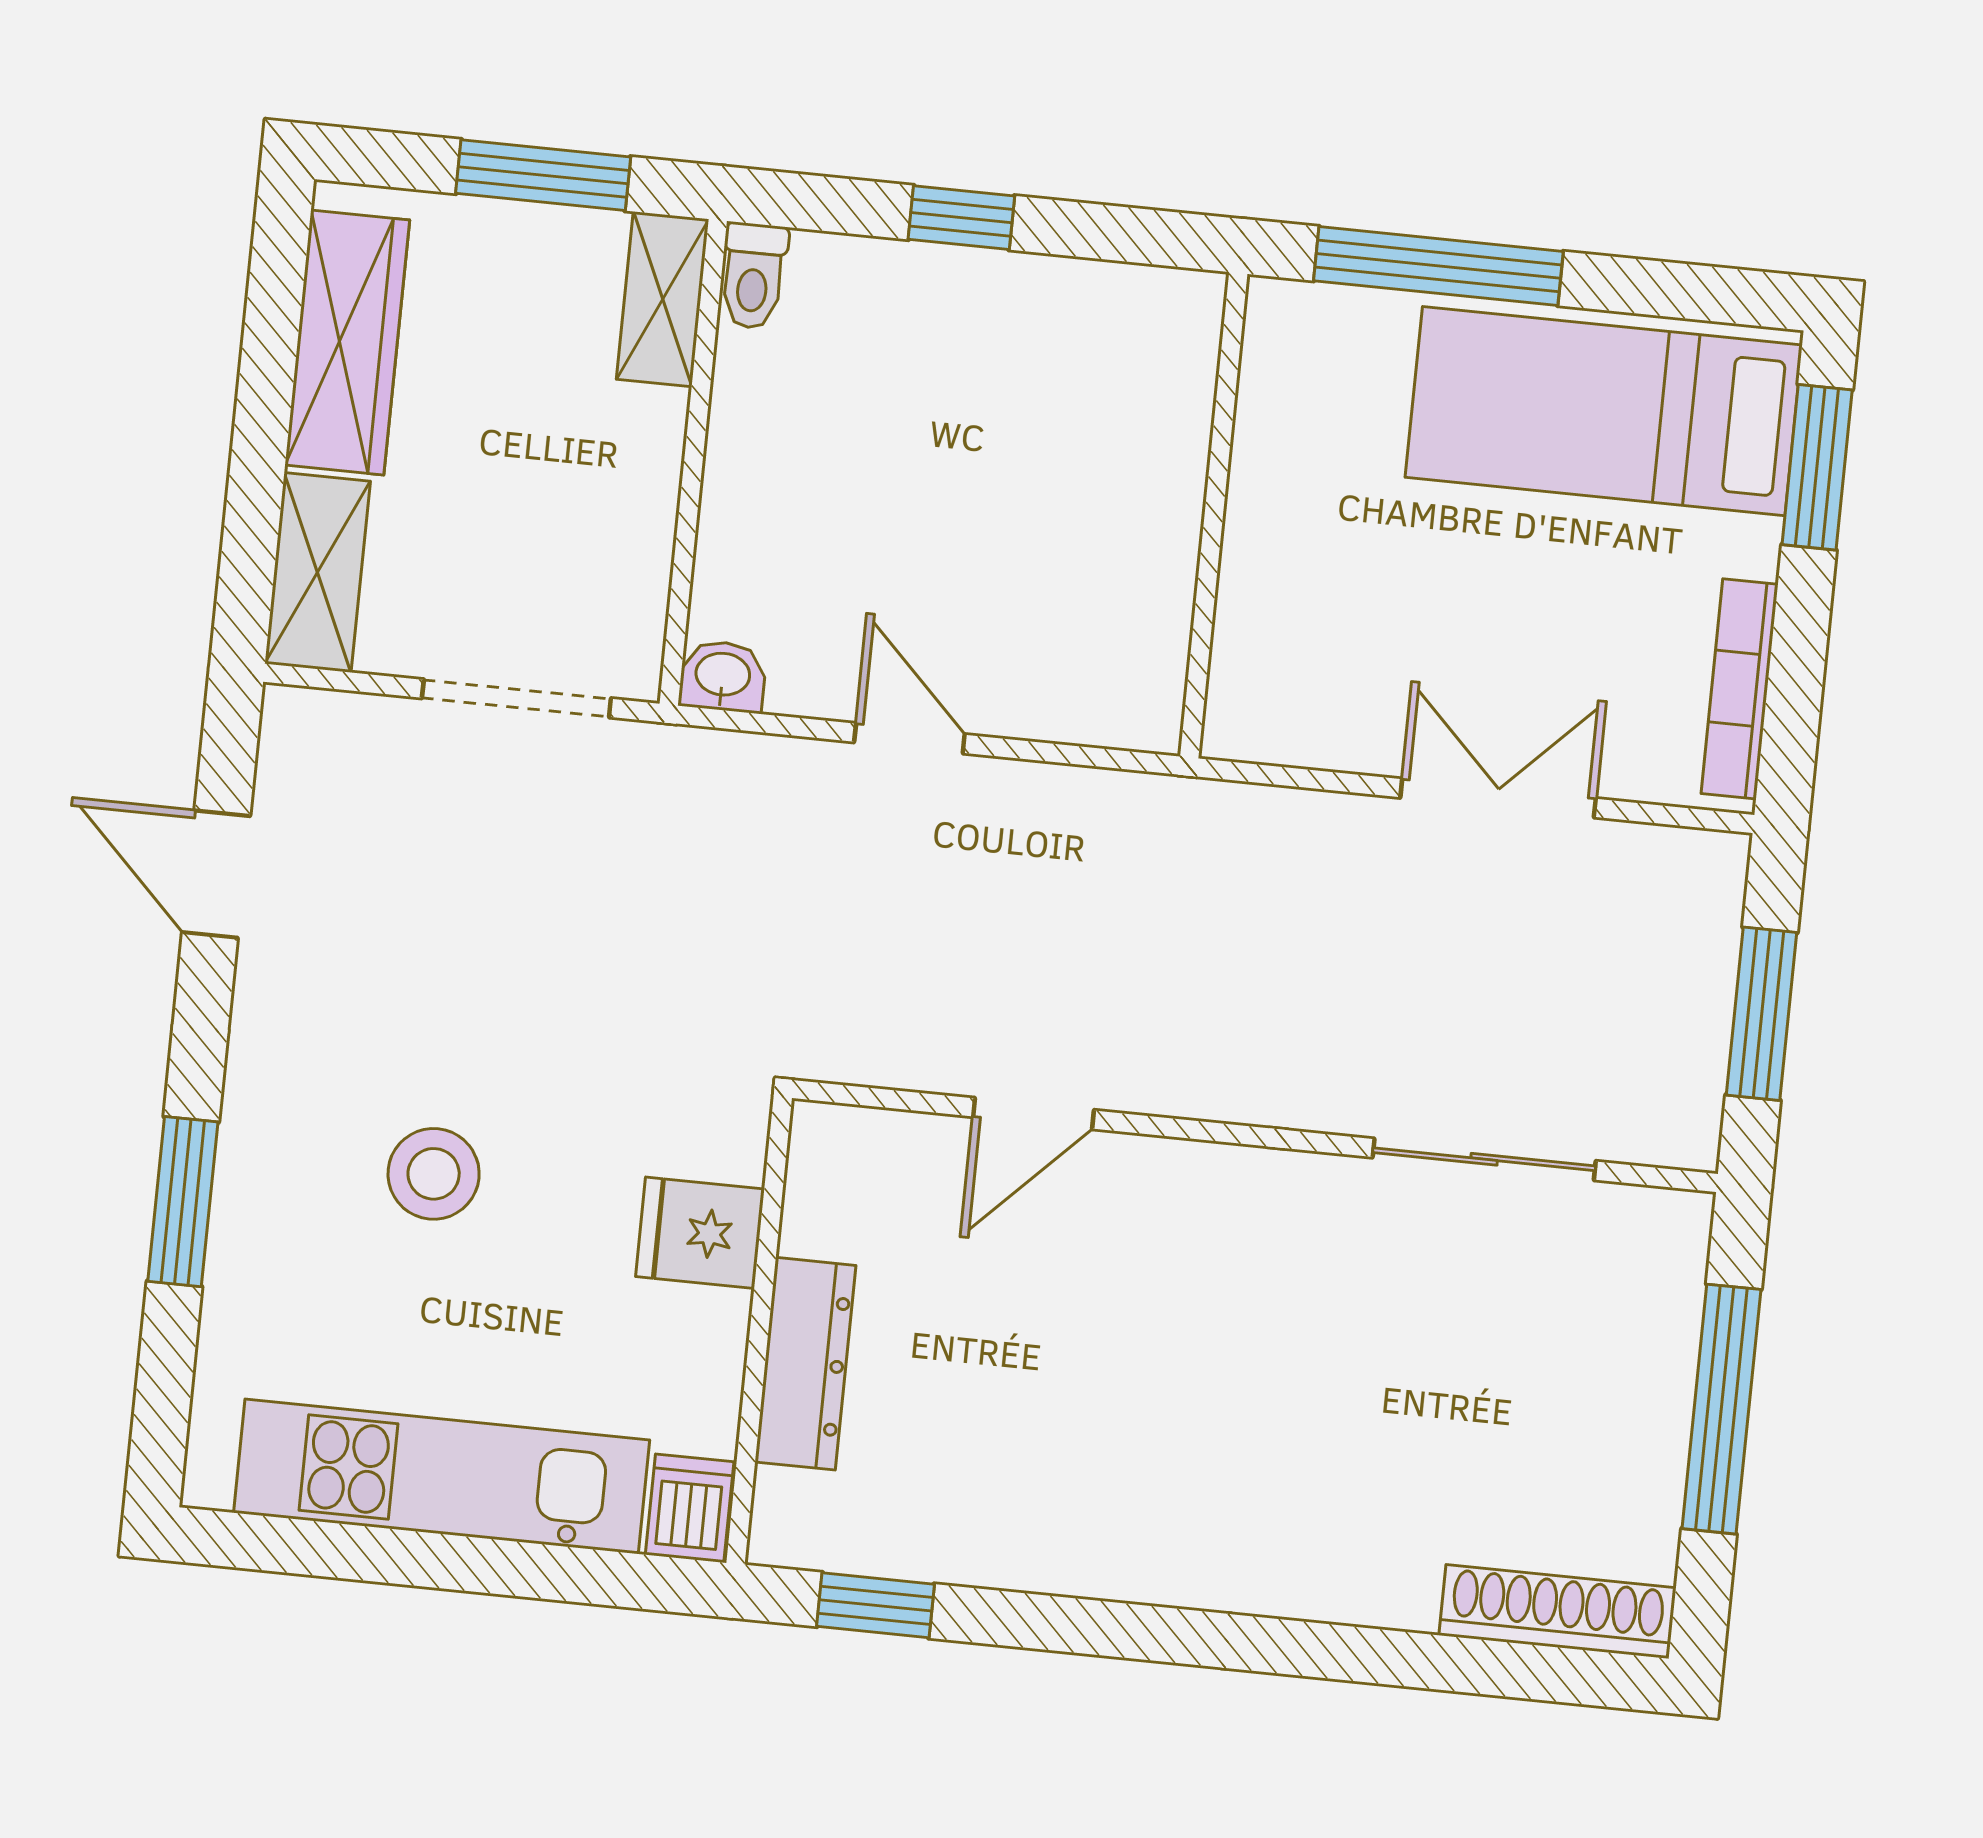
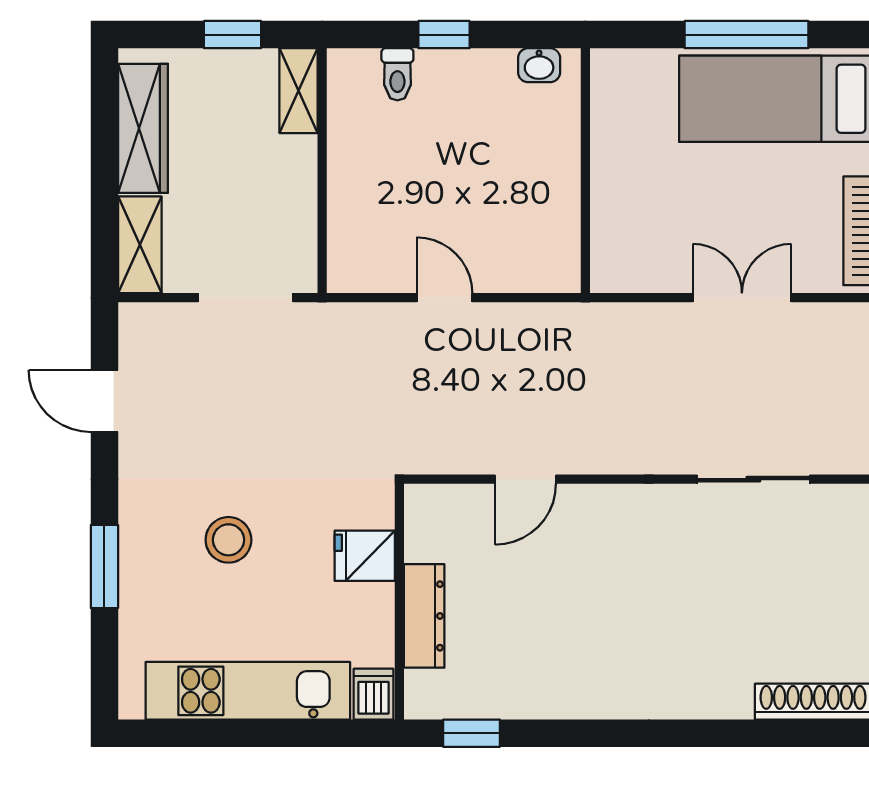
window: (543, 175) -> (233, 35), width x0.67
window: (1438, 266) -> (747, 35), moved
toilet: (753, 276) -> (397, 74), moved
washbasin: (723, 676) -> (539, 65), moved, turned 180

